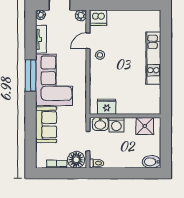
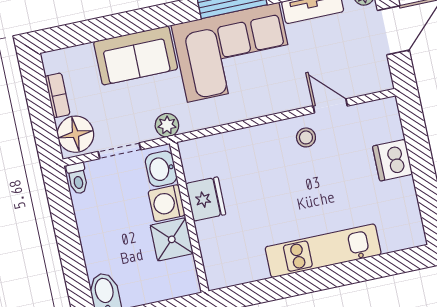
plant: (81, 15) -> (167, 125), moved
dishwasher: (98, 18) -> (392, 160), moved
fridge: (107, 107) -> (206, 199), moved
shower: (145, 126) -> (172, 239), moved

